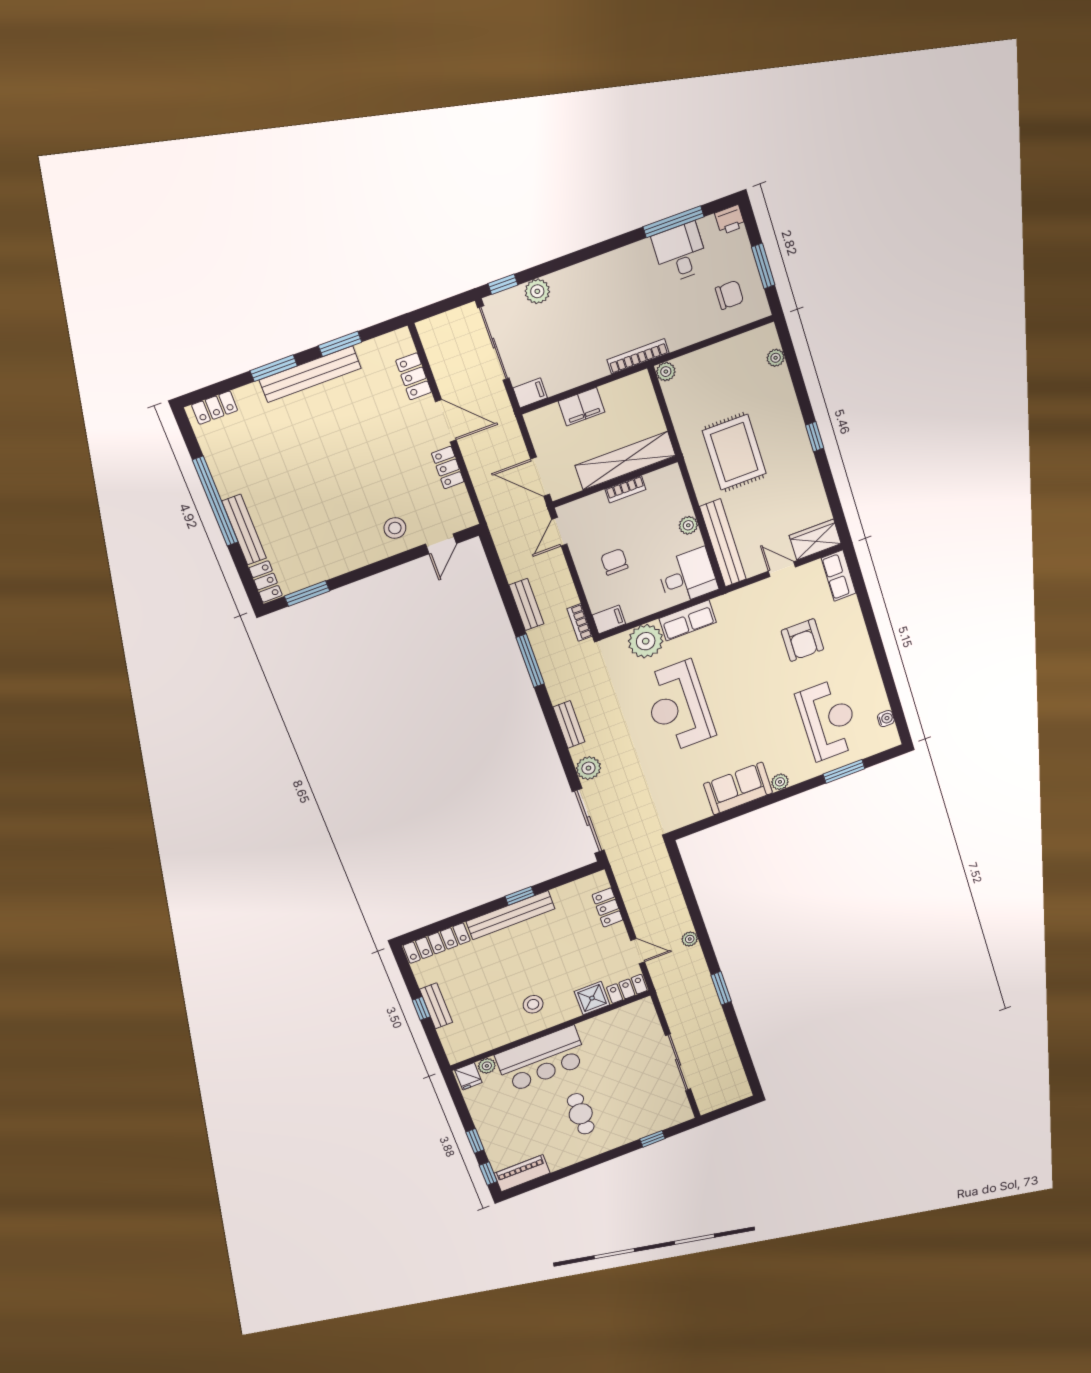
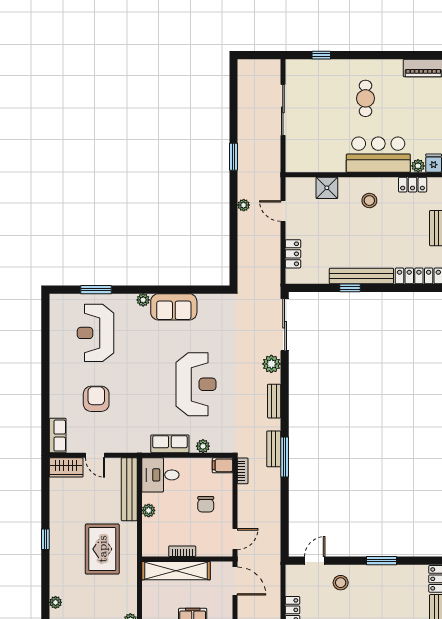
window: (307, 594) -> (381, 561), moved
bench: (526, 604) -> (274, 449), moved
plant: (646, 641) -> (203, 446), width x0.53, depth x0.53
water cooler: (886, 719) -> (55, 318), removed
locker: (627, 989) -> (413, 185), moved

